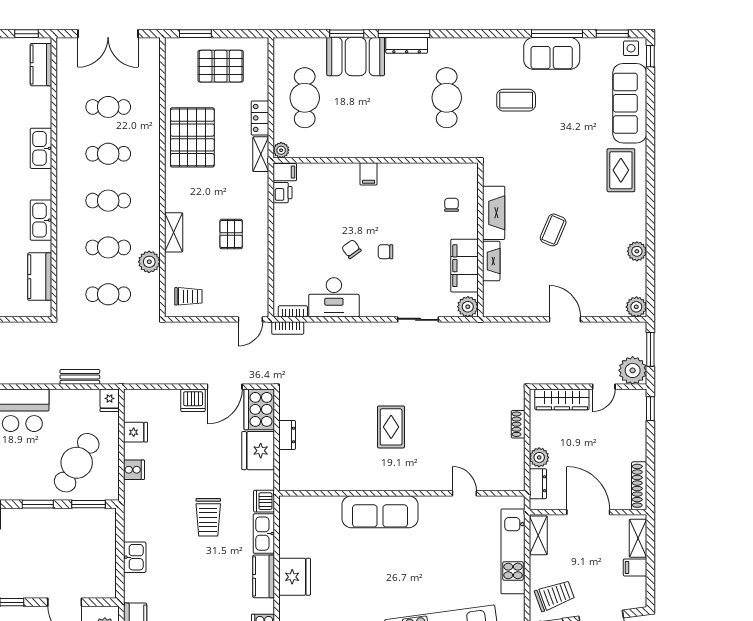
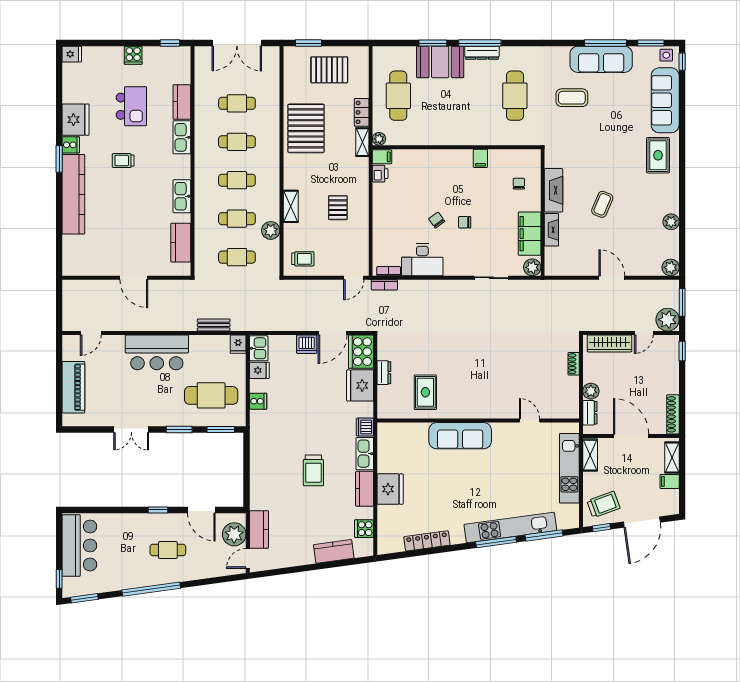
sofa: (552, 53) -> (601, 59), width x1.36
kitchen counter: (41, 65) -> (182, 102), moved
filing cabinet: (368, 174) -> (480, 158), moved
rug: (391, 427) -> (425, 392), moved
cafe table: (77, 463) -> (211, 395), turned 59
trolley: (208, 517) -> (313, 470), moved
kitchen sink: (135, 557) -> (259, 348), moved

